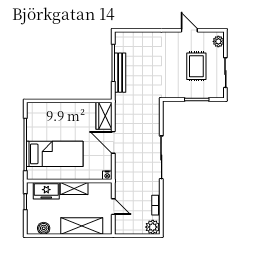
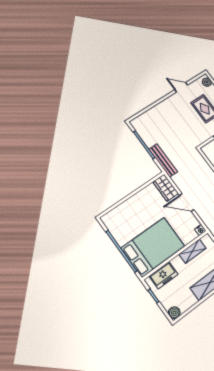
bench: (120, 73) -> (163, 160), moved
bed: (55, 154) -> (153, 247), width x1.50
shelving: (74, 189) -> (192, 251), moved
boiler: (44, 228) -> (174, 313), moved

